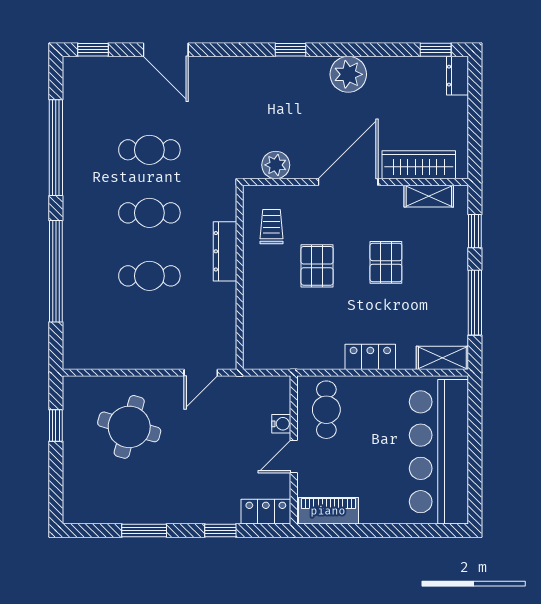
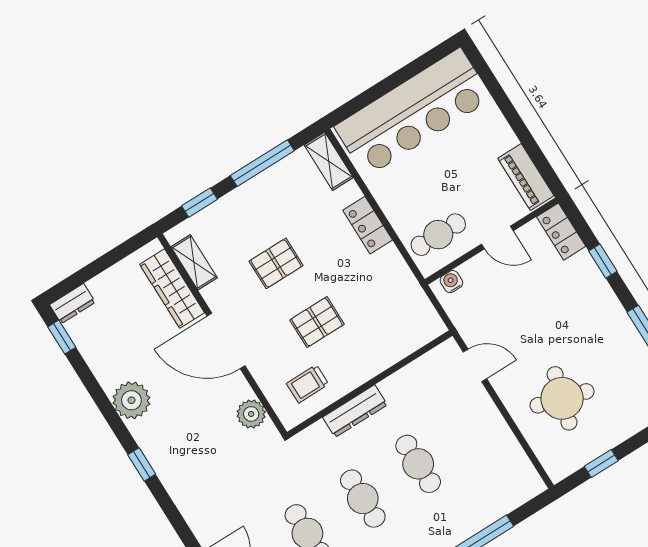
water cooler: (281, 424) -> (451, 282), moved

